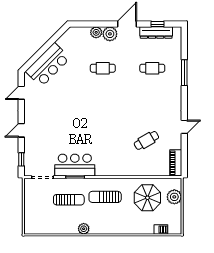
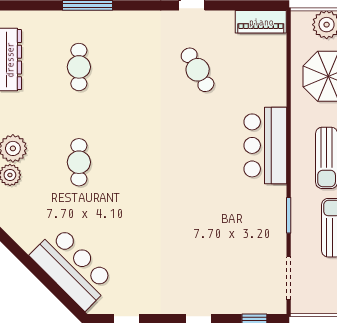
cafe table: (146, 140) -> (198, 70), moved
bar counter: (75, 165) -> (265, 145), moved

